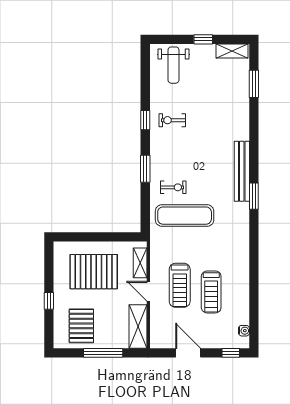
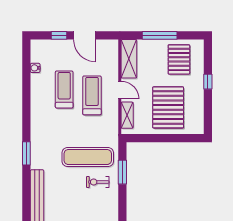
window: (145, 169) -> (122, 172), moved
window: (254, 196) -> (26, 153), moved
pallet: (94, 272) -> (168, 107), turned 90
water cooler: (244, 331) -> (35, 68), moved
window: (231, 353) -> (59, 35), moved

